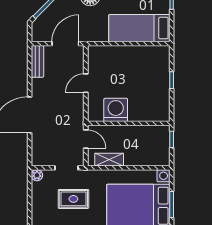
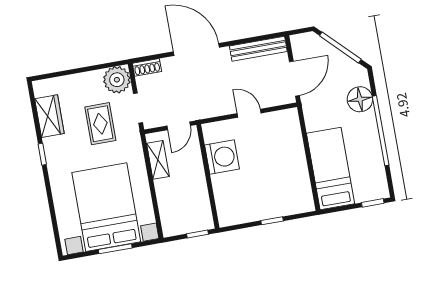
door: (65, 44) -> (294, 79), hinge flipped
bench: (37, 61) -> (258, 49), width x1.36
shoe rack: (36, 155) -> (147, 67), added
plant: (37, 175) -> (117, 80), width x1.88, depth x1.88

